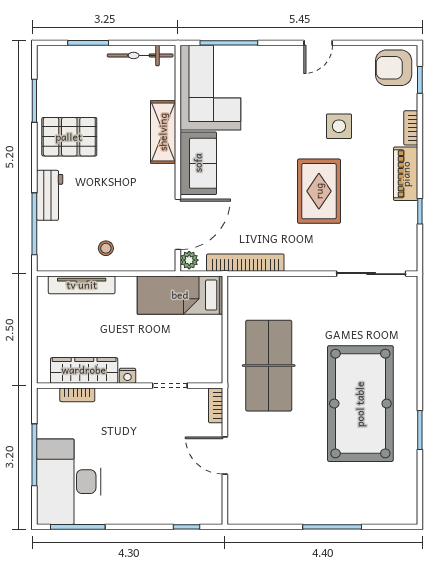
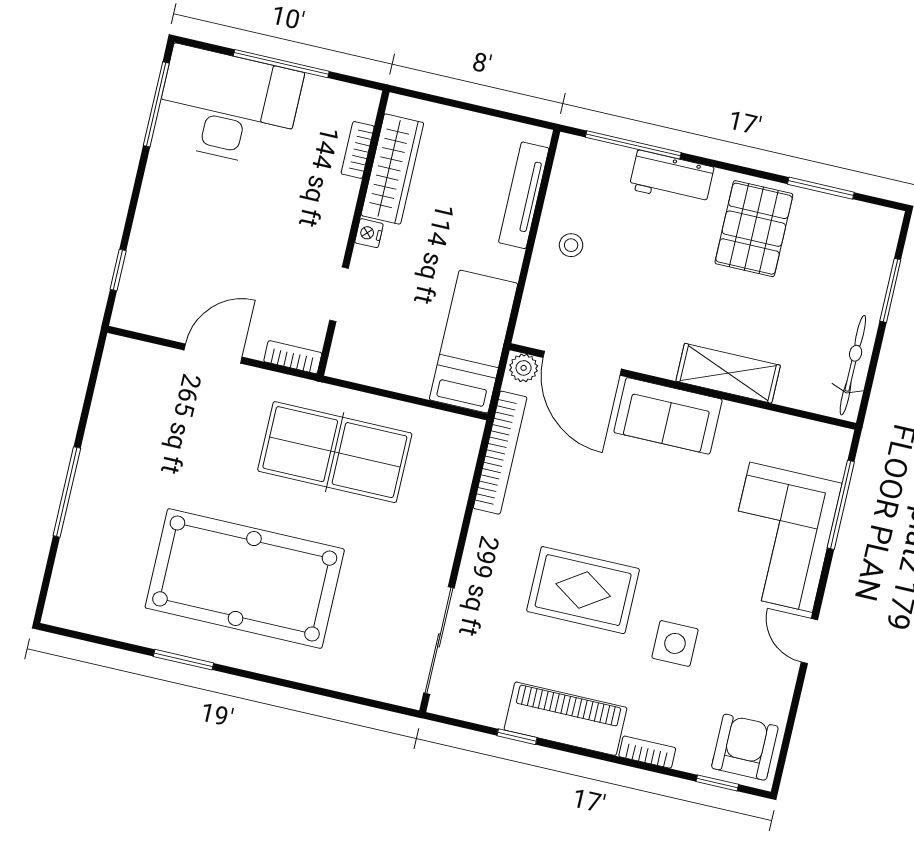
corner sofa: (210, 88) -> (781, 537), moved, turned 90
piano: (406, 174) -> (565, 719), width x1.37, depth x1.33

